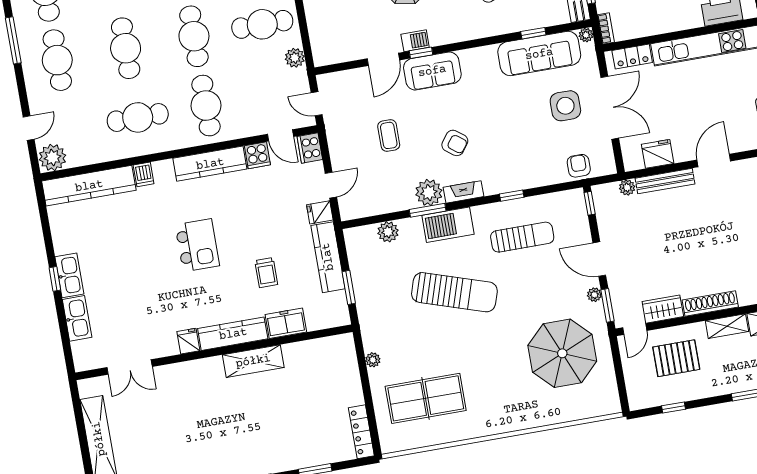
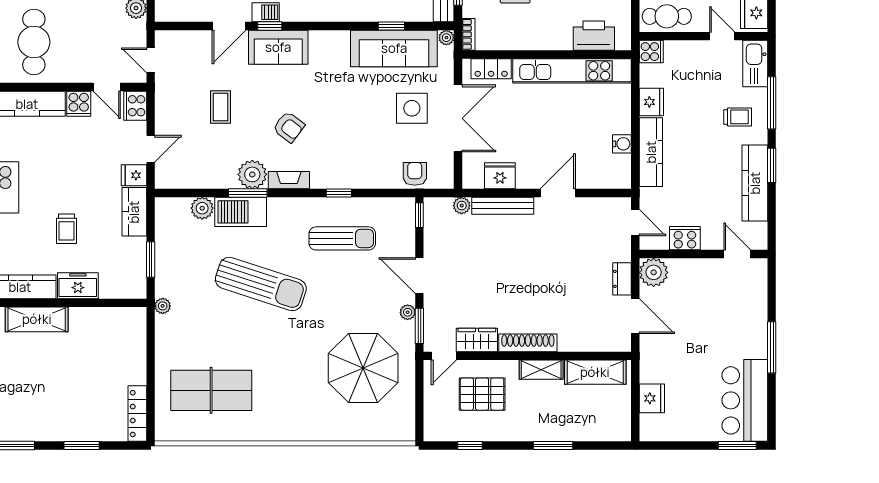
barbecue: (448, 225) -> (241, 212), moved
kitchen counter: (328, 257) -> (134, 212), width x0.67
plant: (373, 360) -> (163, 306), moved

